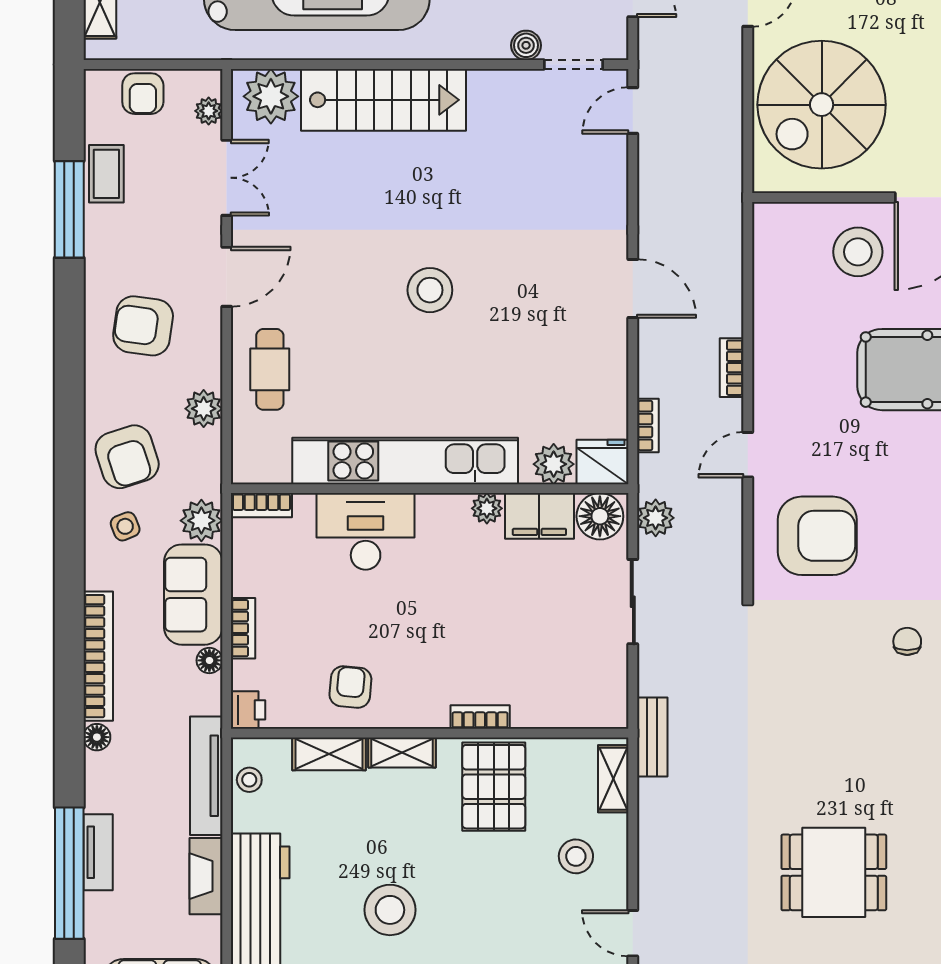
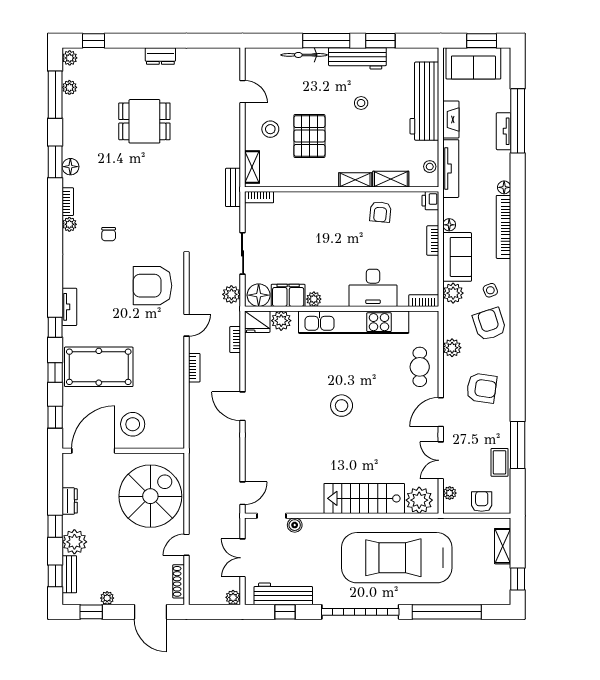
bookcase: (480, 717) -> (259, 197), moved
pallet: (494, 787) -> (309, 136), moved
stool: (390, 910) -> (361, 103), width x0.53, depth x0.53

